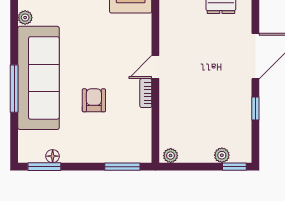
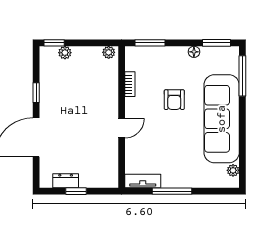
window: (14, 89) -> (242, 76), moved
bookcase: (146, 93) -> (130, 84), moved
floor lamp: (53, 156) -> (194, 52), moved

